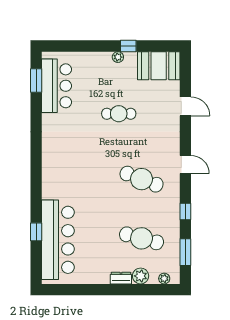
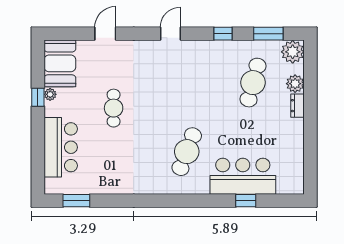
plant: (118, 57) -> (50, 94), moved
bar counter: (56, 86) -> (61, 147), moved, turned 90
cafe table: (142, 179) -> (187, 152), moved
bar counter: (58, 240) -> (243, 176), width x0.73
plant: (164, 279) -> (293, 52), width x1.88, depth x1.88

